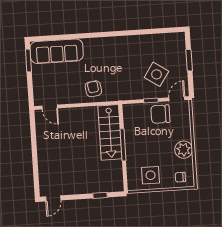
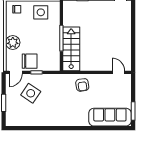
plant: (184, 150) -> (13, 42), moved

